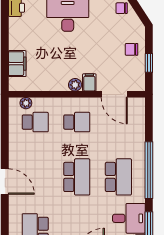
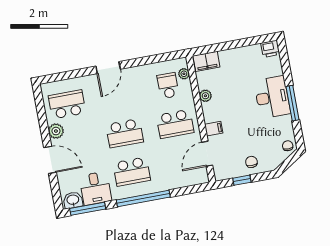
filing cabinet: (17, 64) -> (206, 61), moved
plant: (75, 85) -> (205, 96), moved
school desk: (35, 122) -> (168, 86), turned 180
school desk: (77, 122) -> (175, 124), width x1.85

